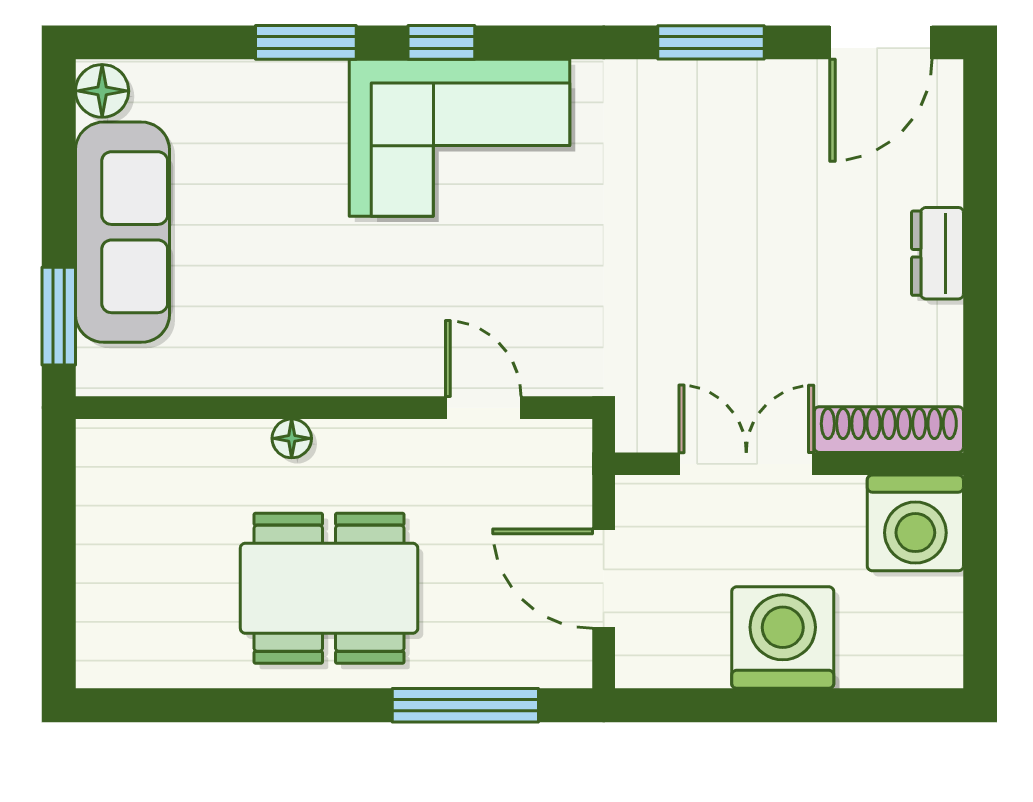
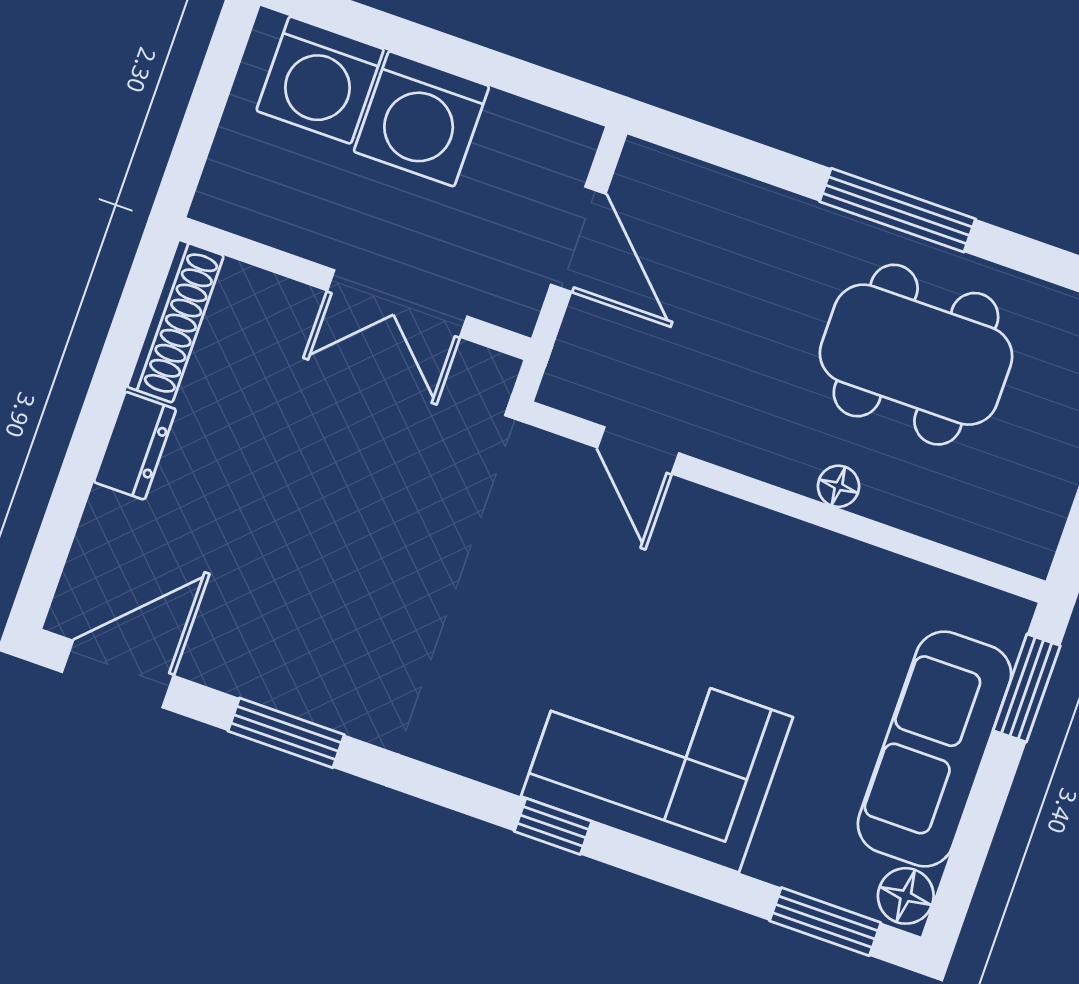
window: (306, 42) -> (825, 922), moved
corner sofa: (459, 138) -> (657, 757), moved
shoe rack: (889, 430) -> (175, 321), moved, turned -90
washing machine: (915, 523) -> (320, 80), moved, turned 180
dining table: (329, 588) -> (916, 355), moved
window: (465, 705) -> (898, 210), moved

